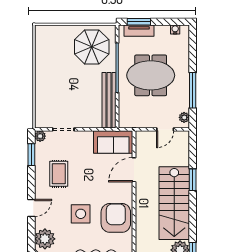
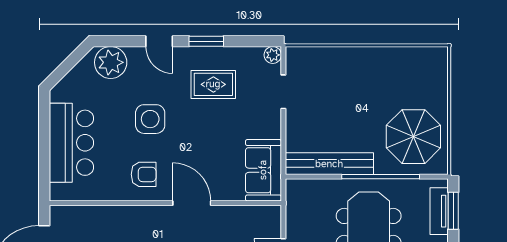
window: (31, 155) -> (206, 41), moved
door: (134, 170) -> (192, 203), moved
armchair: (116, 218) -> (144, 174), width x0.53, depth x0.53

